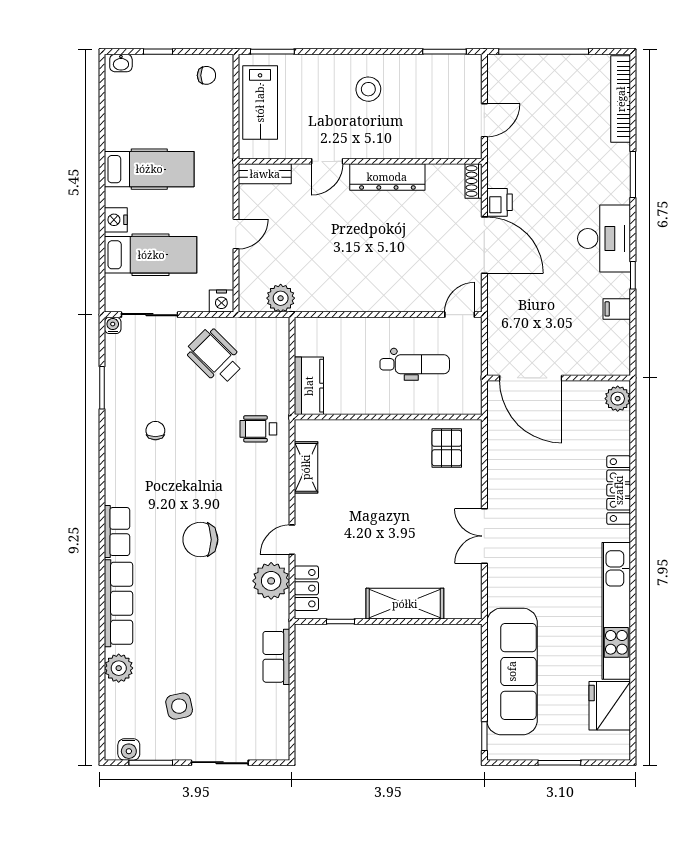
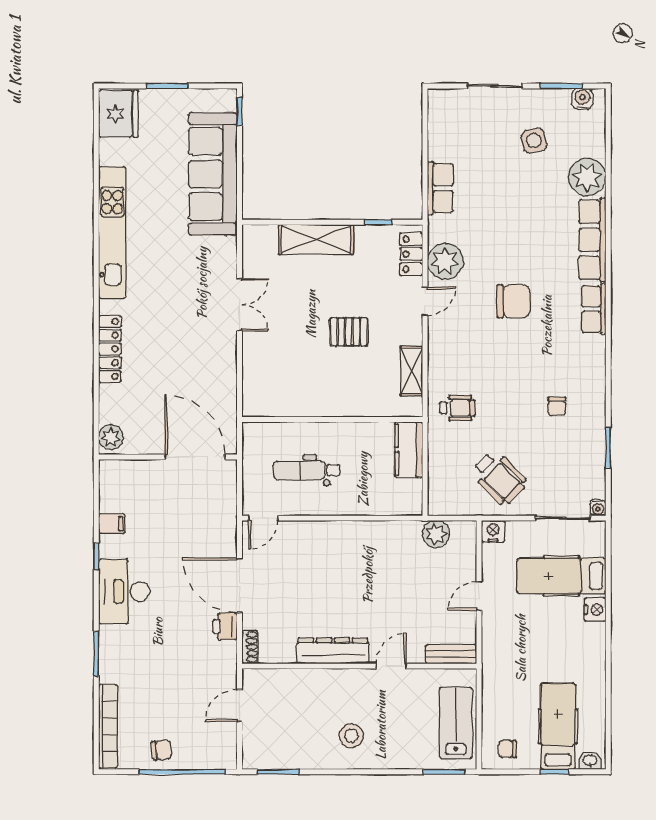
chair: (565, 75) -> (162, 750), added
hospital bed: (149, 169) -> (558, 726), moved, turned 90
pallet: (447, 448) -> (349, 332), moved, turned 90
plant: (119, 668) -> (587, 177), width x1.36, depth x1.36
fridge: (610, 706) -> (118, 114), moved

